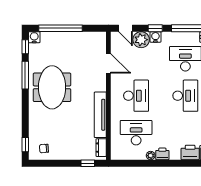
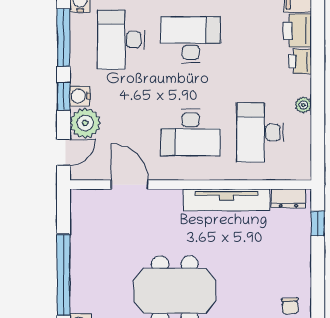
door: (108, 63) -> (130, 185), hinge flipped
desk: (136, 96) -> (191, 132), turned 180
printer: (162, 154) -> (300, 61), moved

